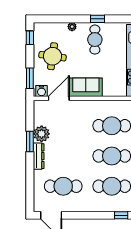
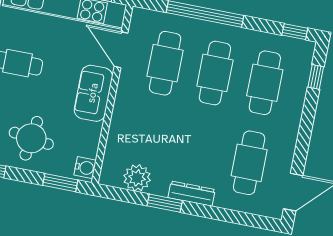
door: (59, 98) -> (121, 50), moved
plant: (42, 134) -> (137, 178), moved

